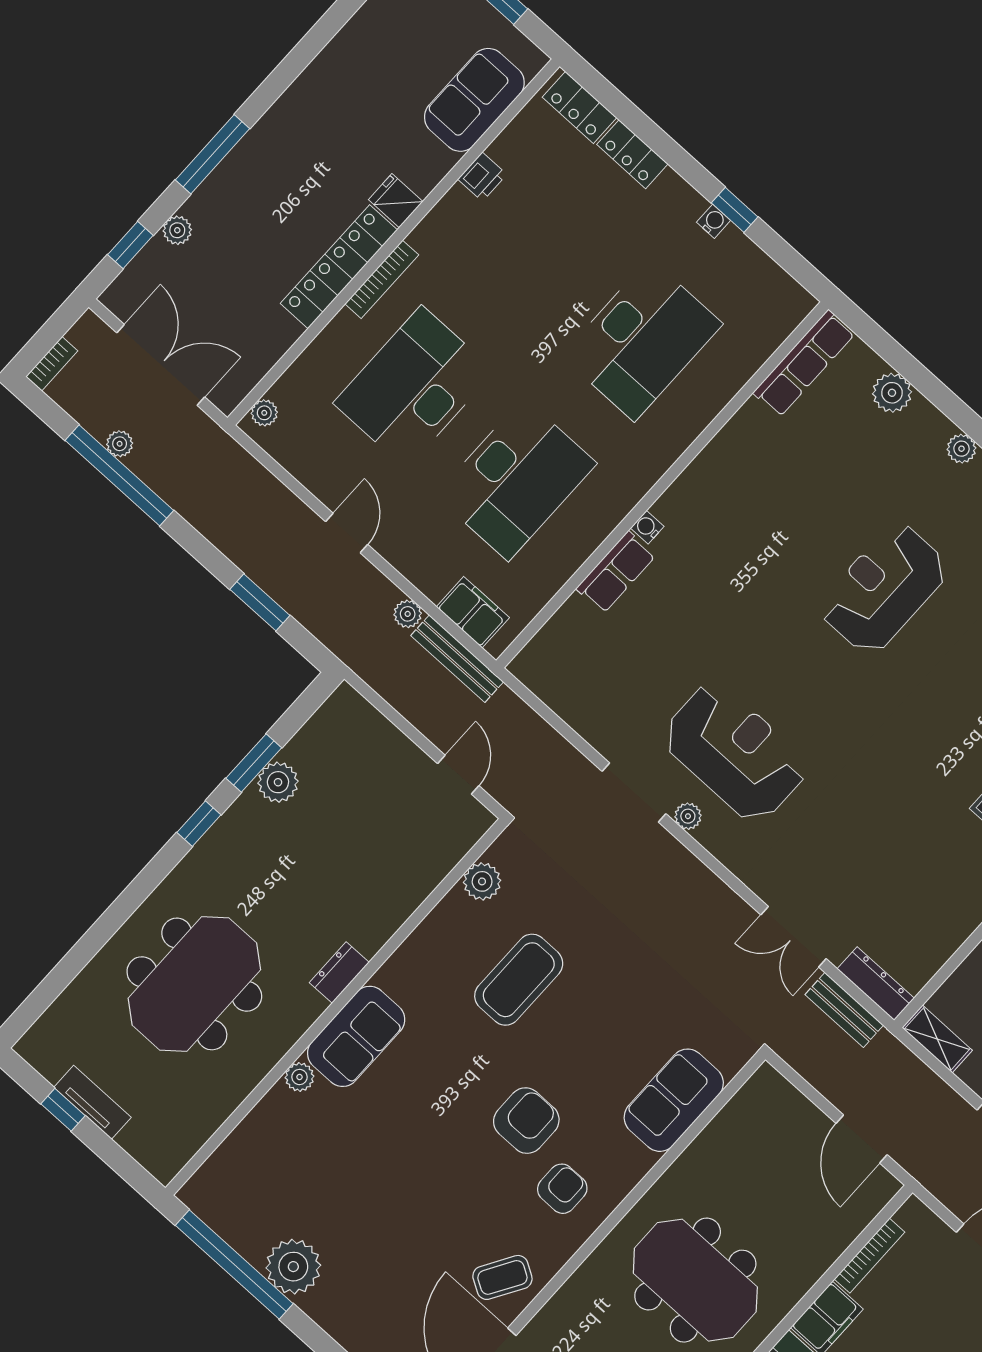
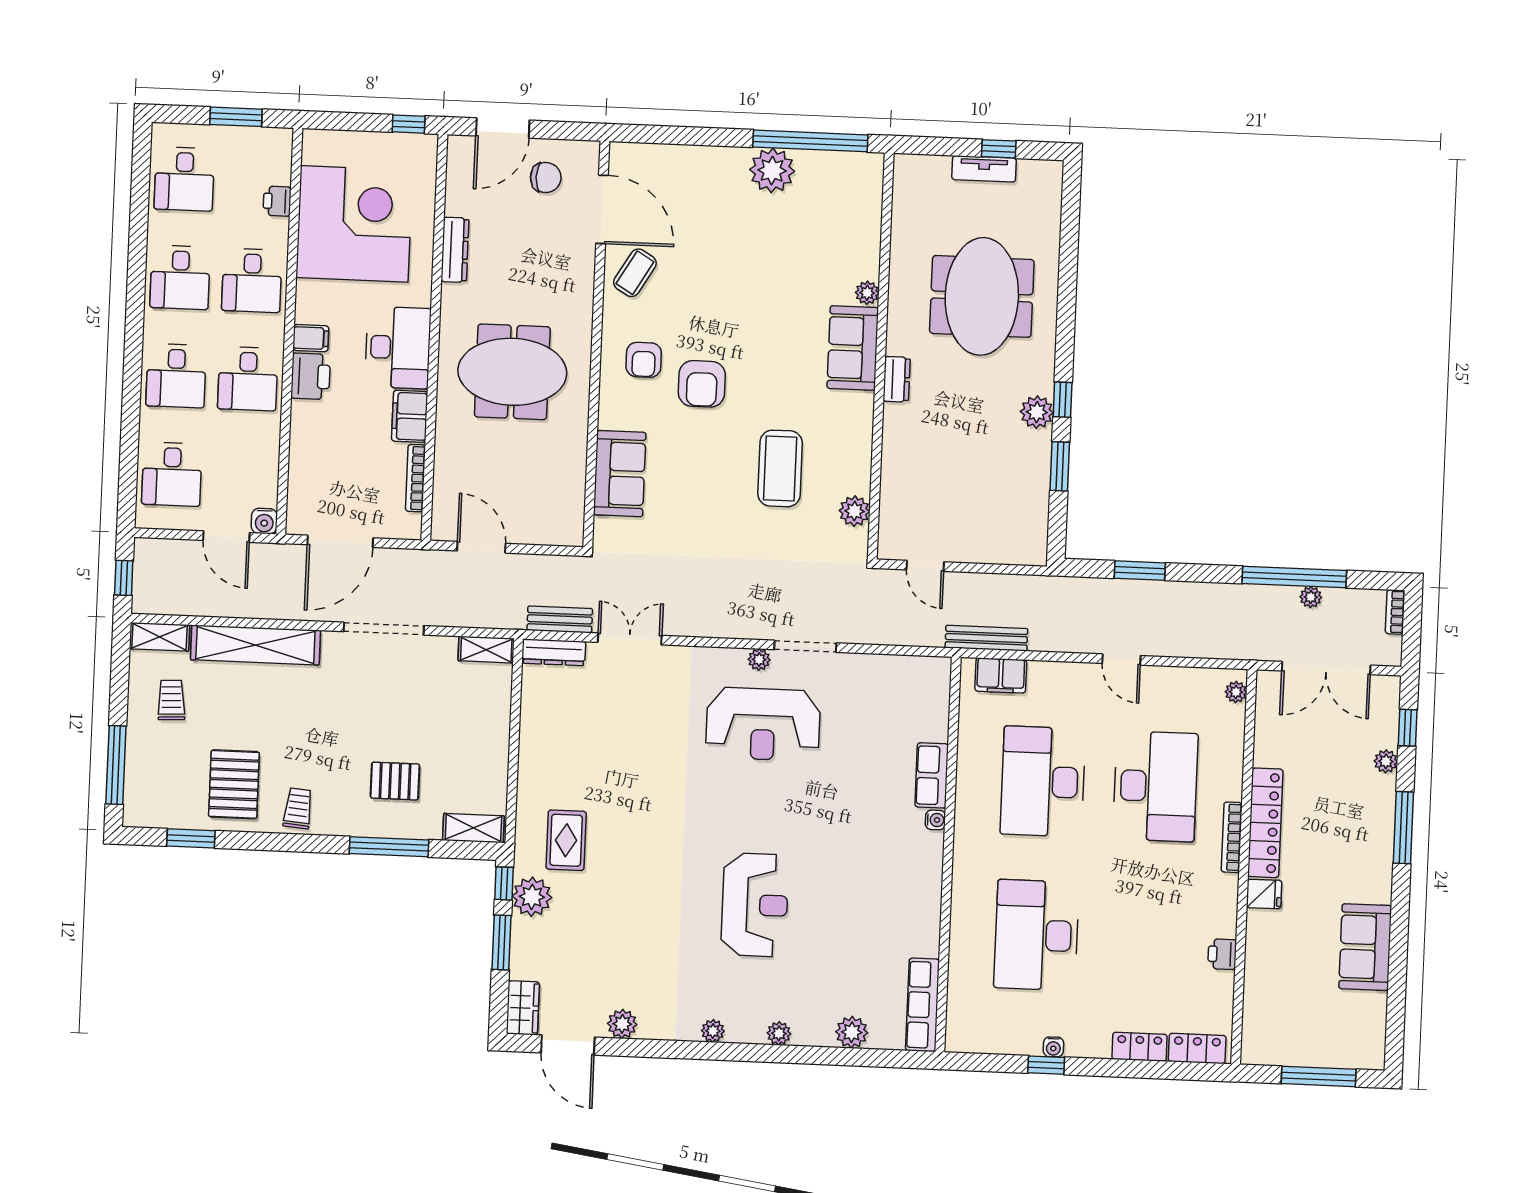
sofa: (474, 100) -> (1365, 947), moved, turned 180
plant: (408, 614) -> (1041, 640), removed
plant: (278, 782) -> (1037, 412), moved

